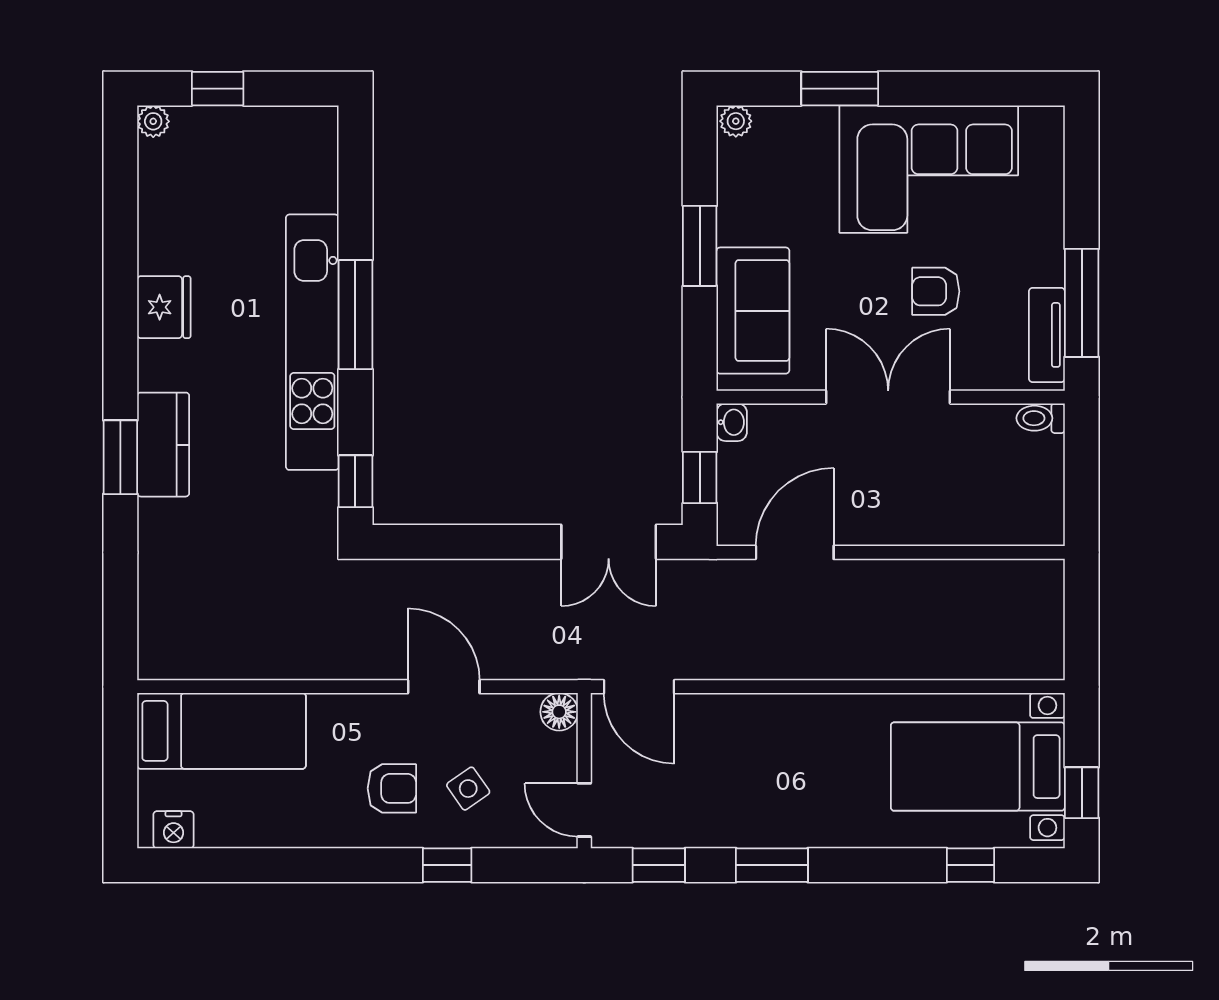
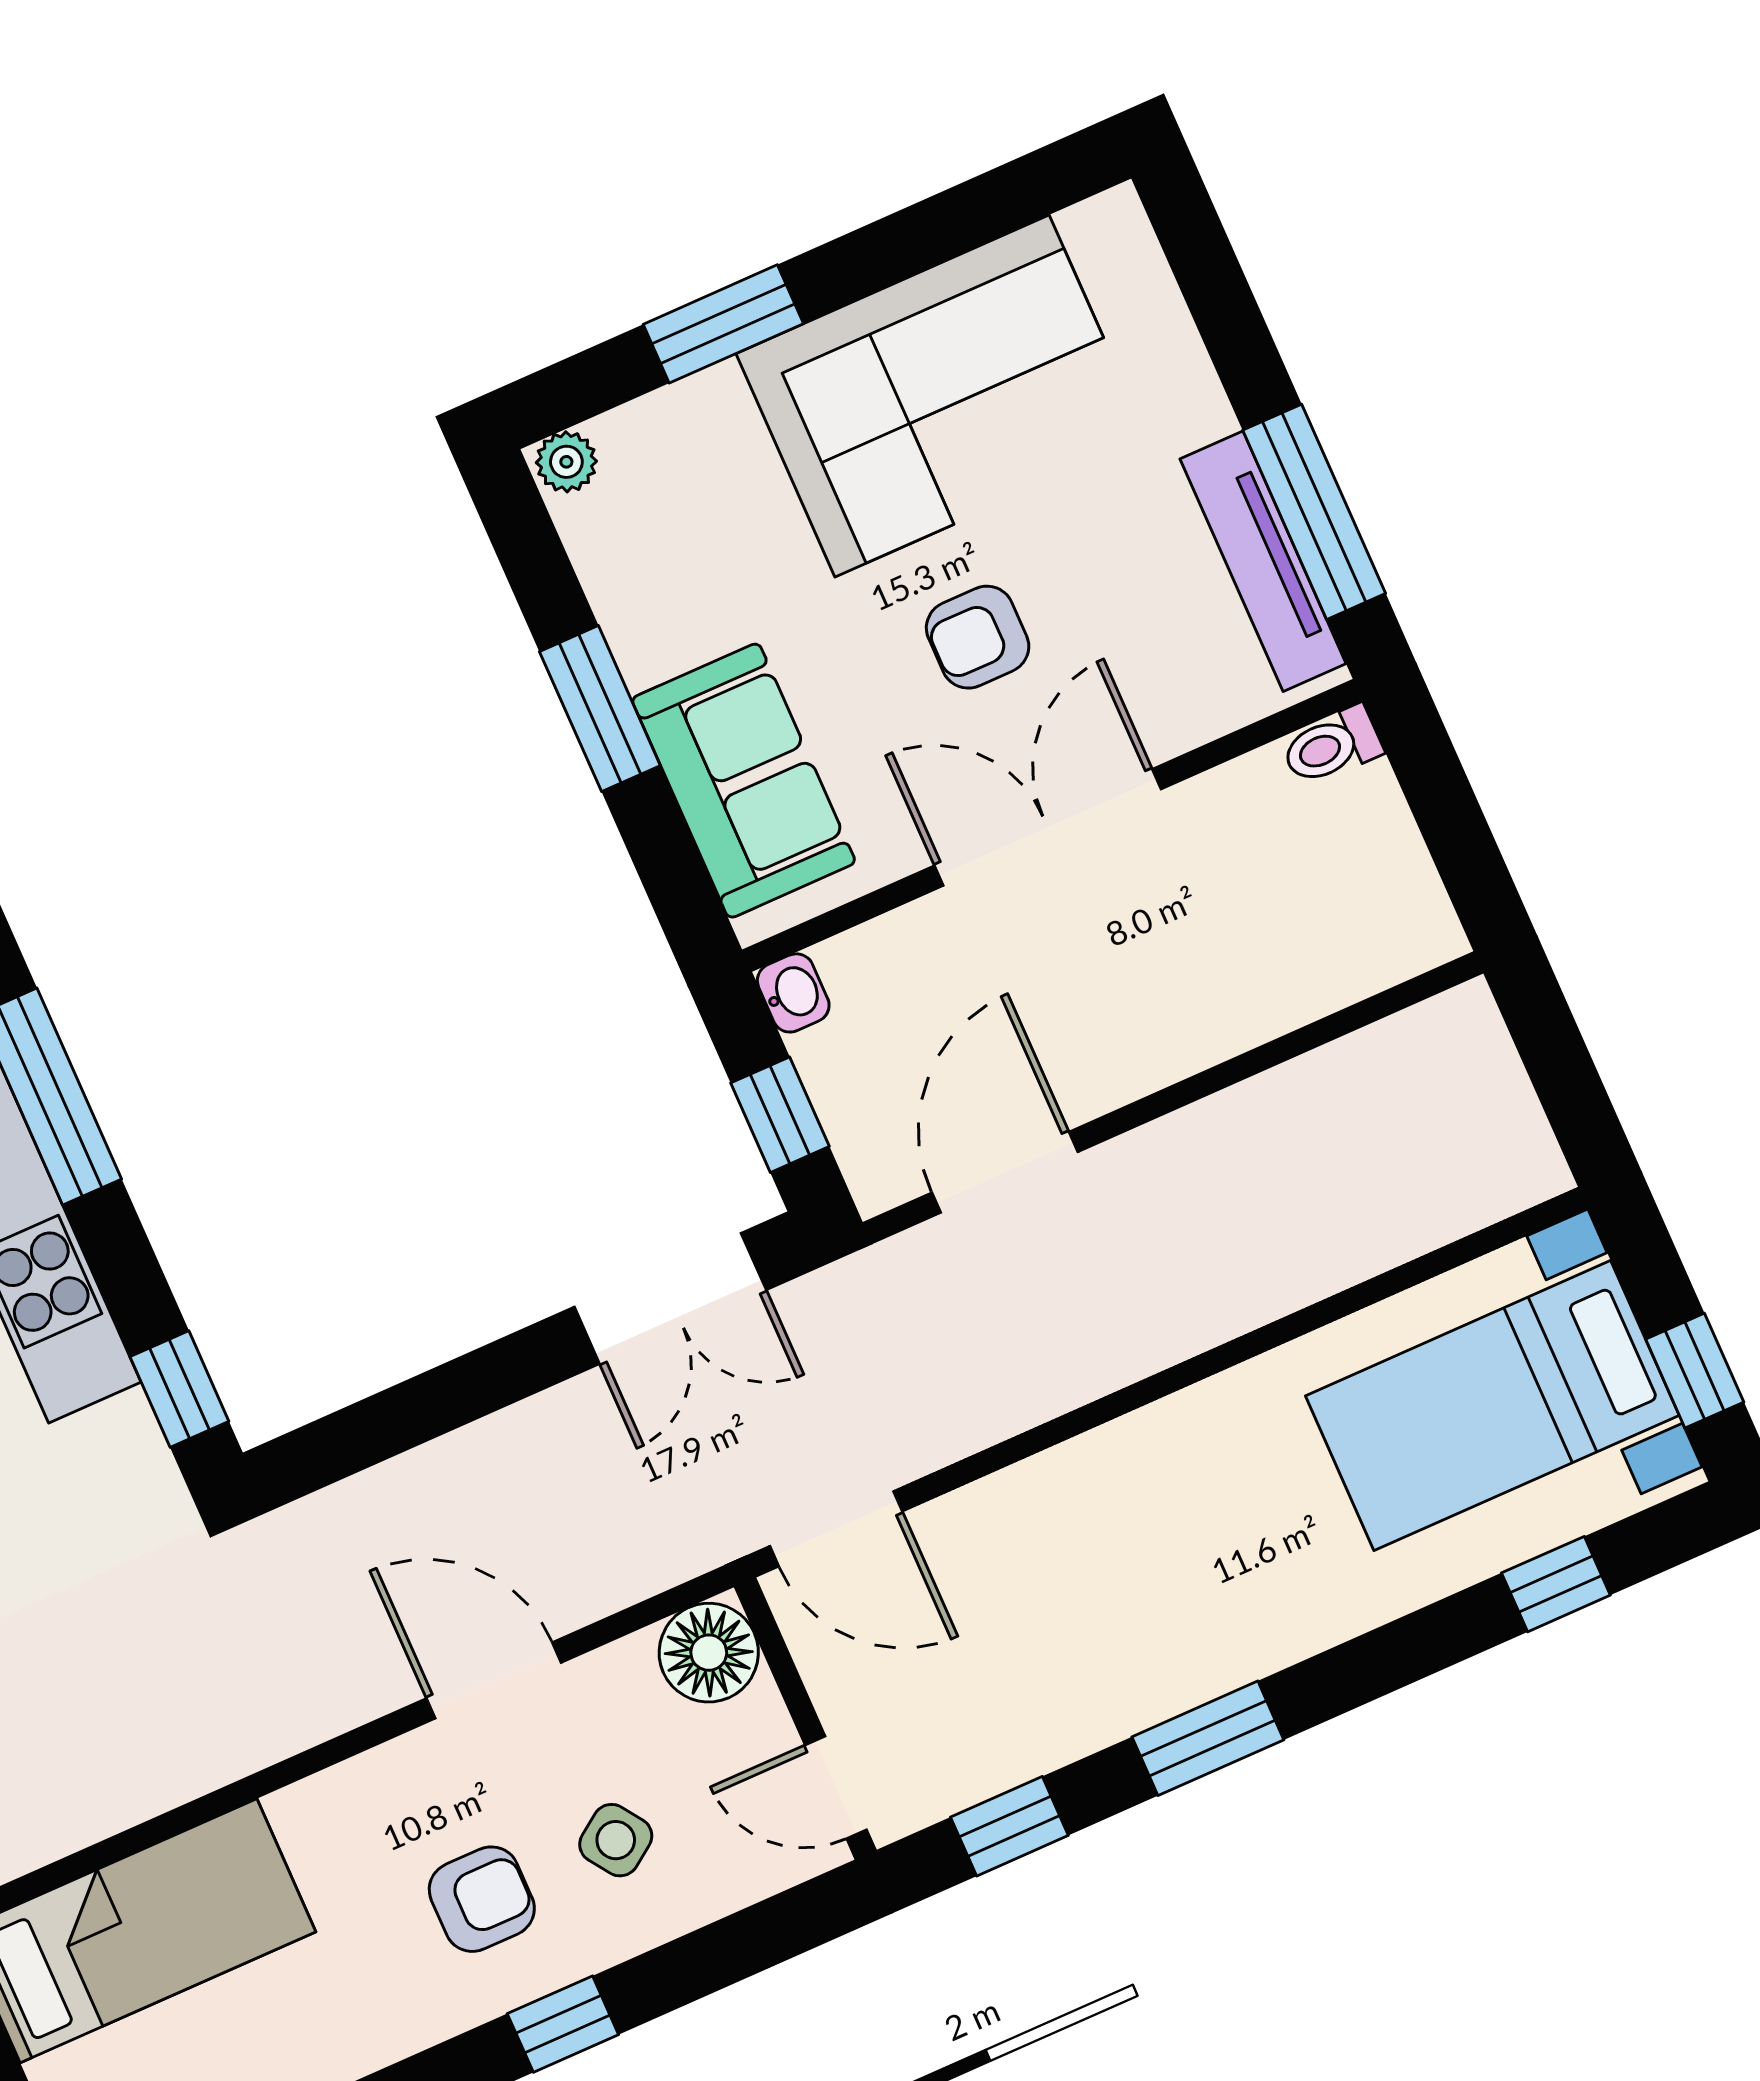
armchair: (936, 291) -> (978, 637), moved
tv unit: (1047, 335) -> (1263, 561), width x1.41
floor lamp: (559, 712) -> (709, 1653), width x1.38, depth x1.38
window: (447, 865) -> (563, 2024), moved

